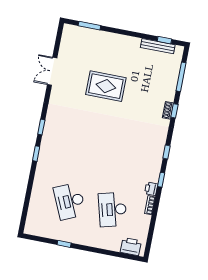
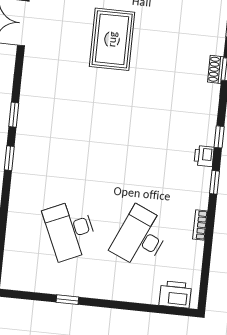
rug: (106, 86) -> (112, 39), turned 90
printer: (151, 189) -> (204, 156), moved
desk: (112, 209) -> (140, 237), turned 39

